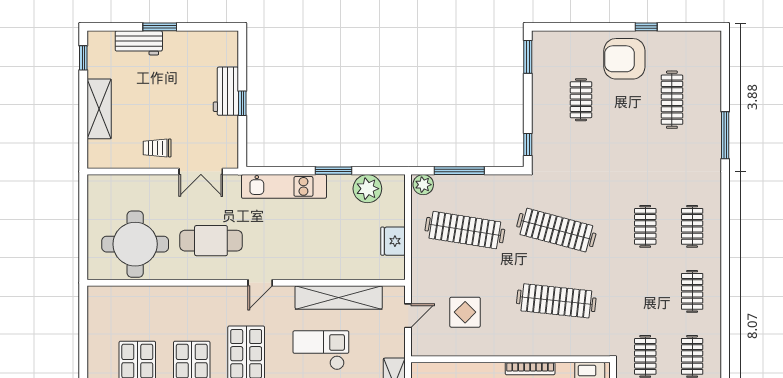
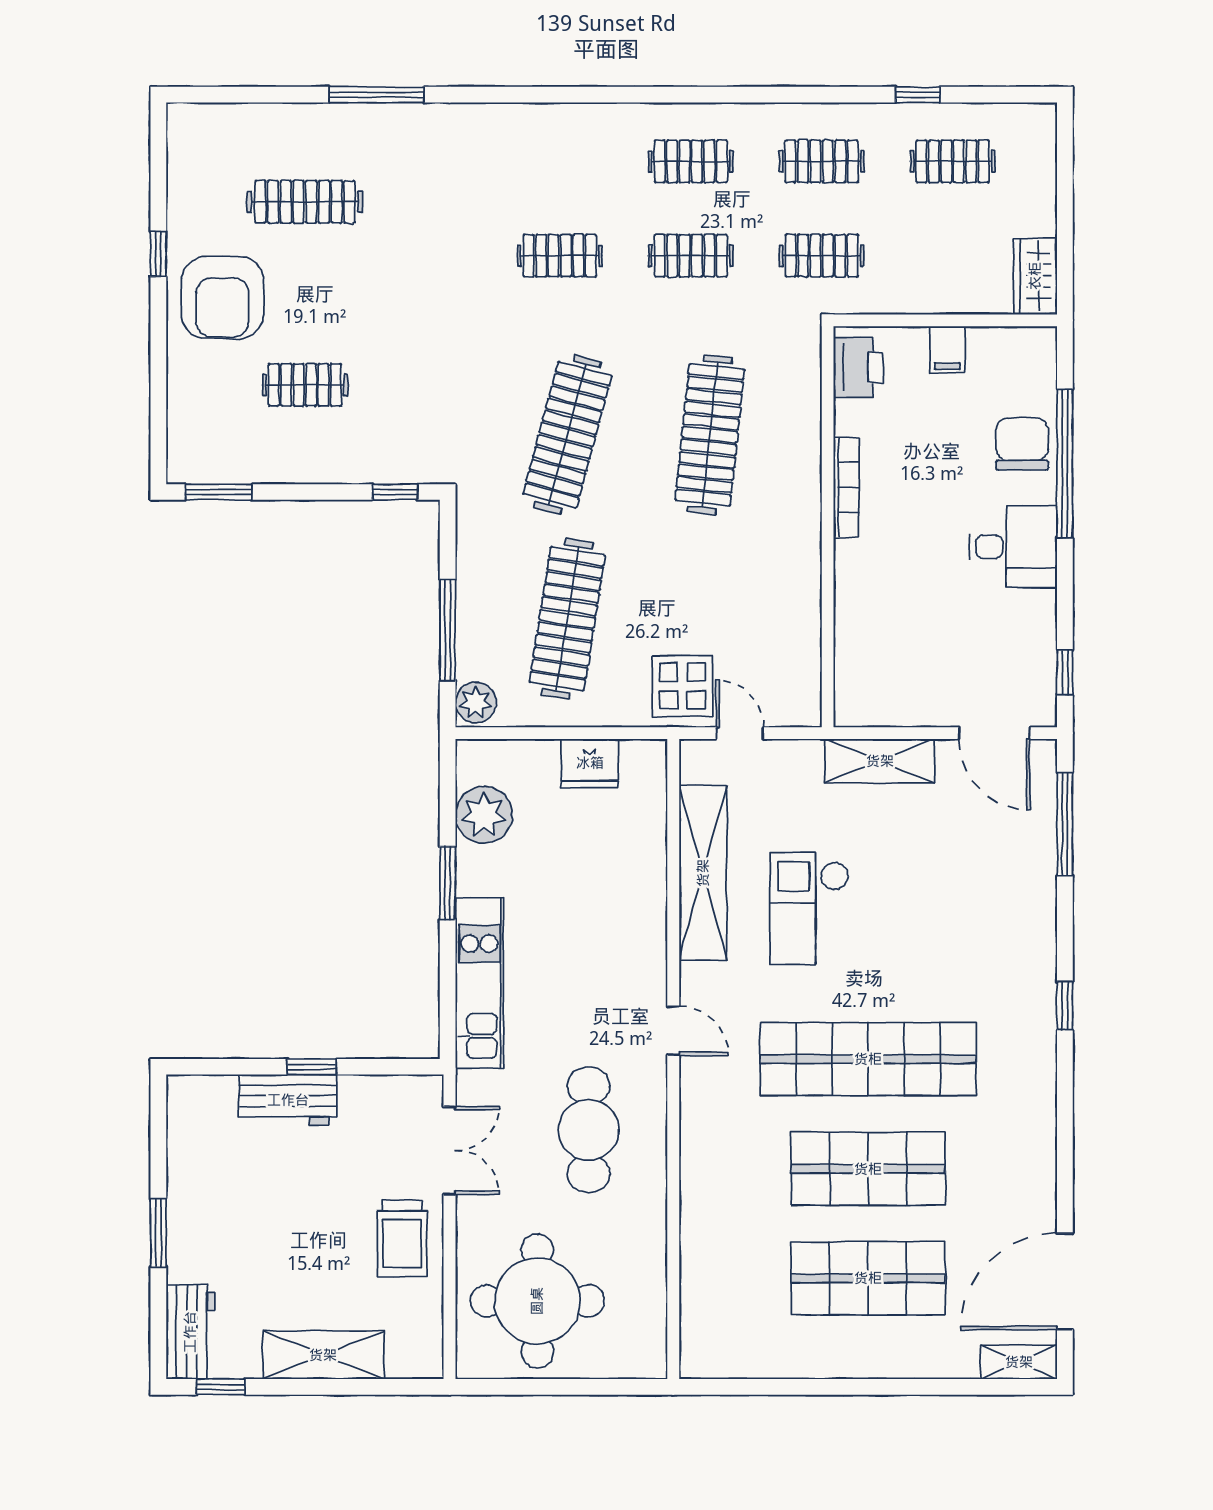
workbench: (139, 43) -> (190, 1332), moved
trolley: (157, 148) -> (402, 1238), width x1.36, depth x1.39
clothes rail: (692, 226) -> (691, 256), moved
round table: (135, 244) -> (537, 1301), moved
display table: (465, 312) -> (682, 686), moved

